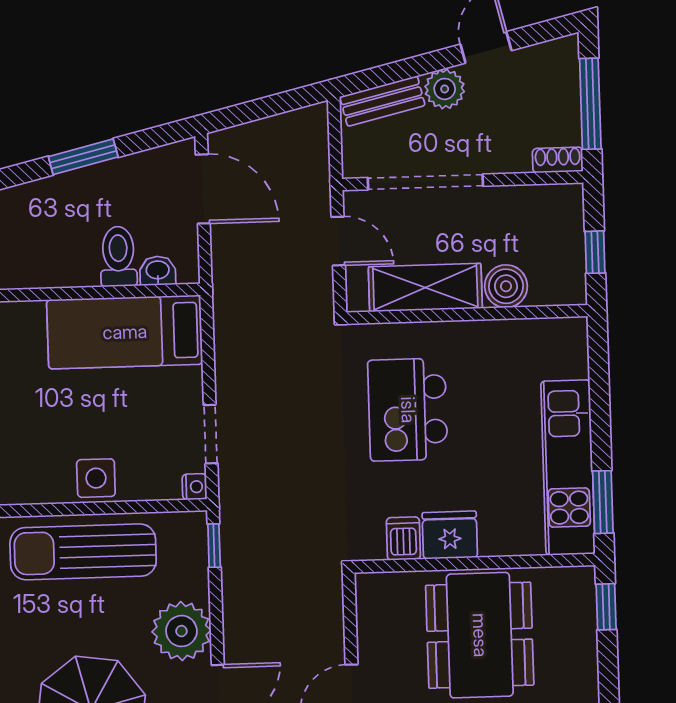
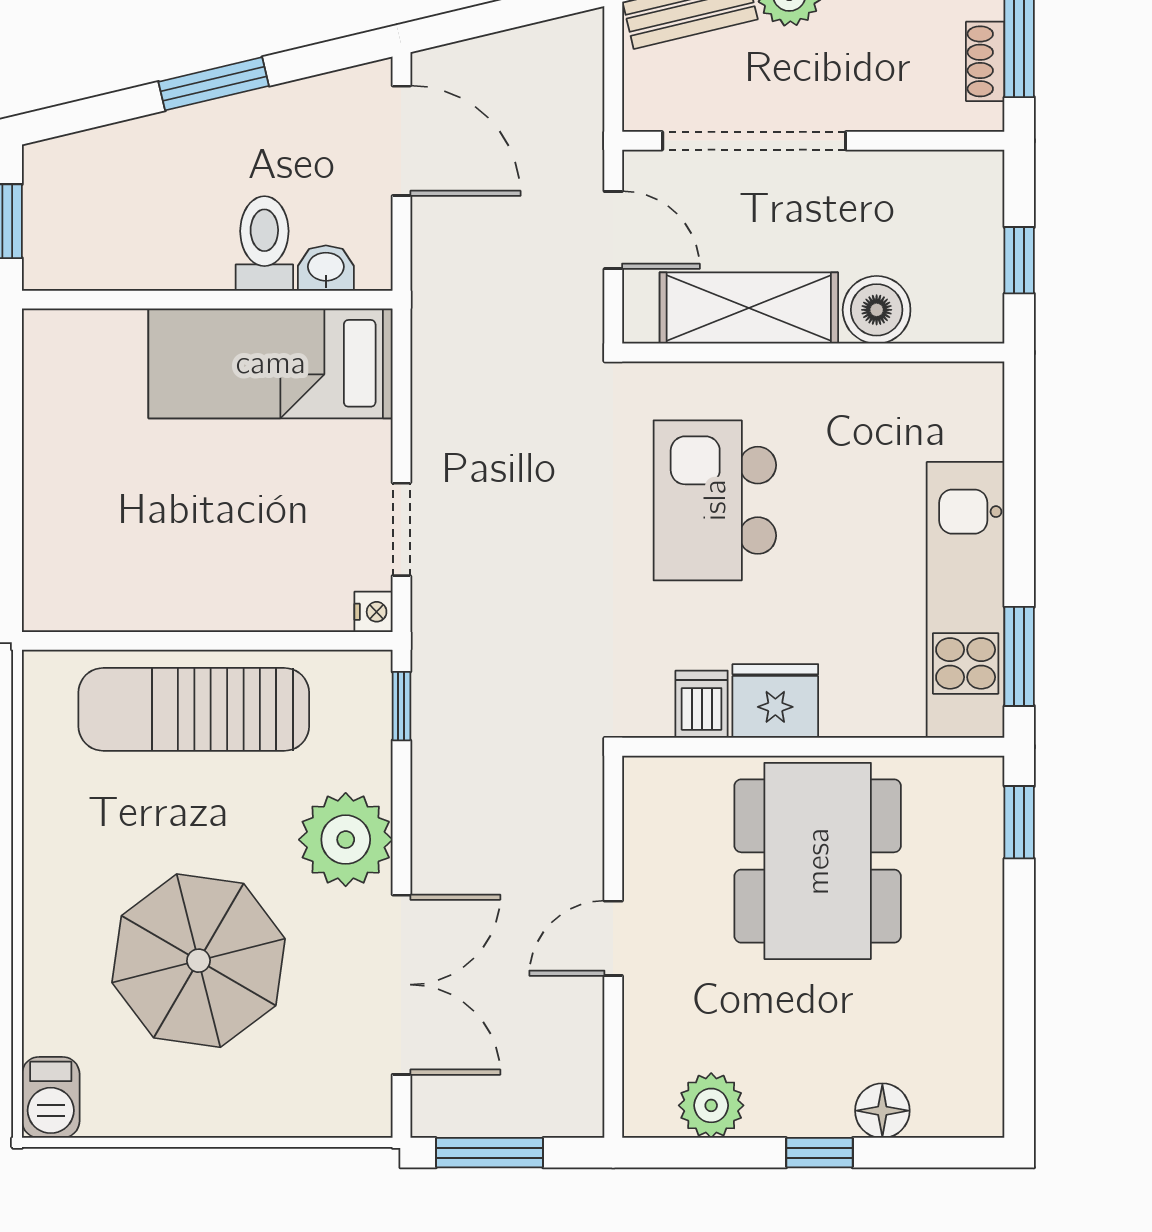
shoe rack: (558, 160) -> (985, 61), moved, turned -90
side table: (96, 478) -> (218, 593), removed

